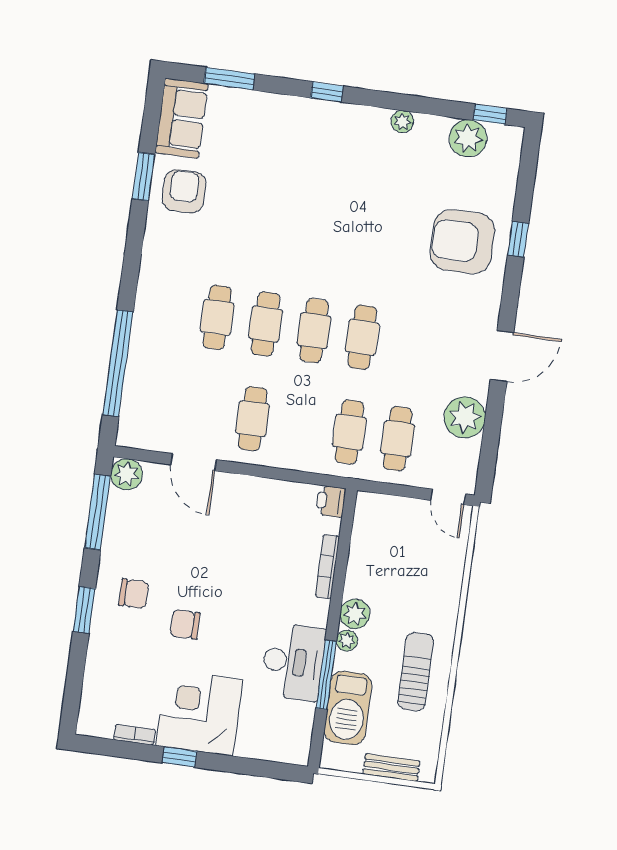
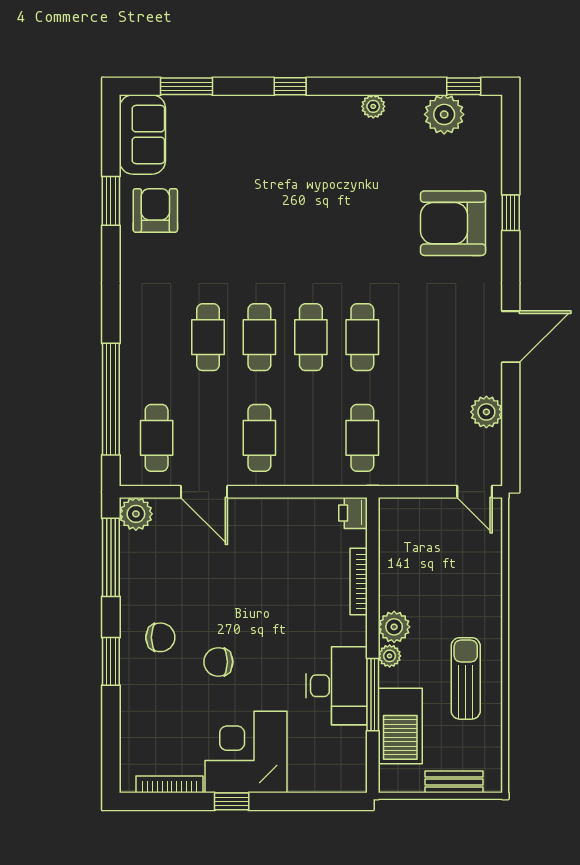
plant: (465, 417) -> (486, 412), width x0.73, depth x0.73
cafe table: (398, 439) -> (157, 438), moved
bookcase: (135, 735) -> (169, 784), width x1.56

